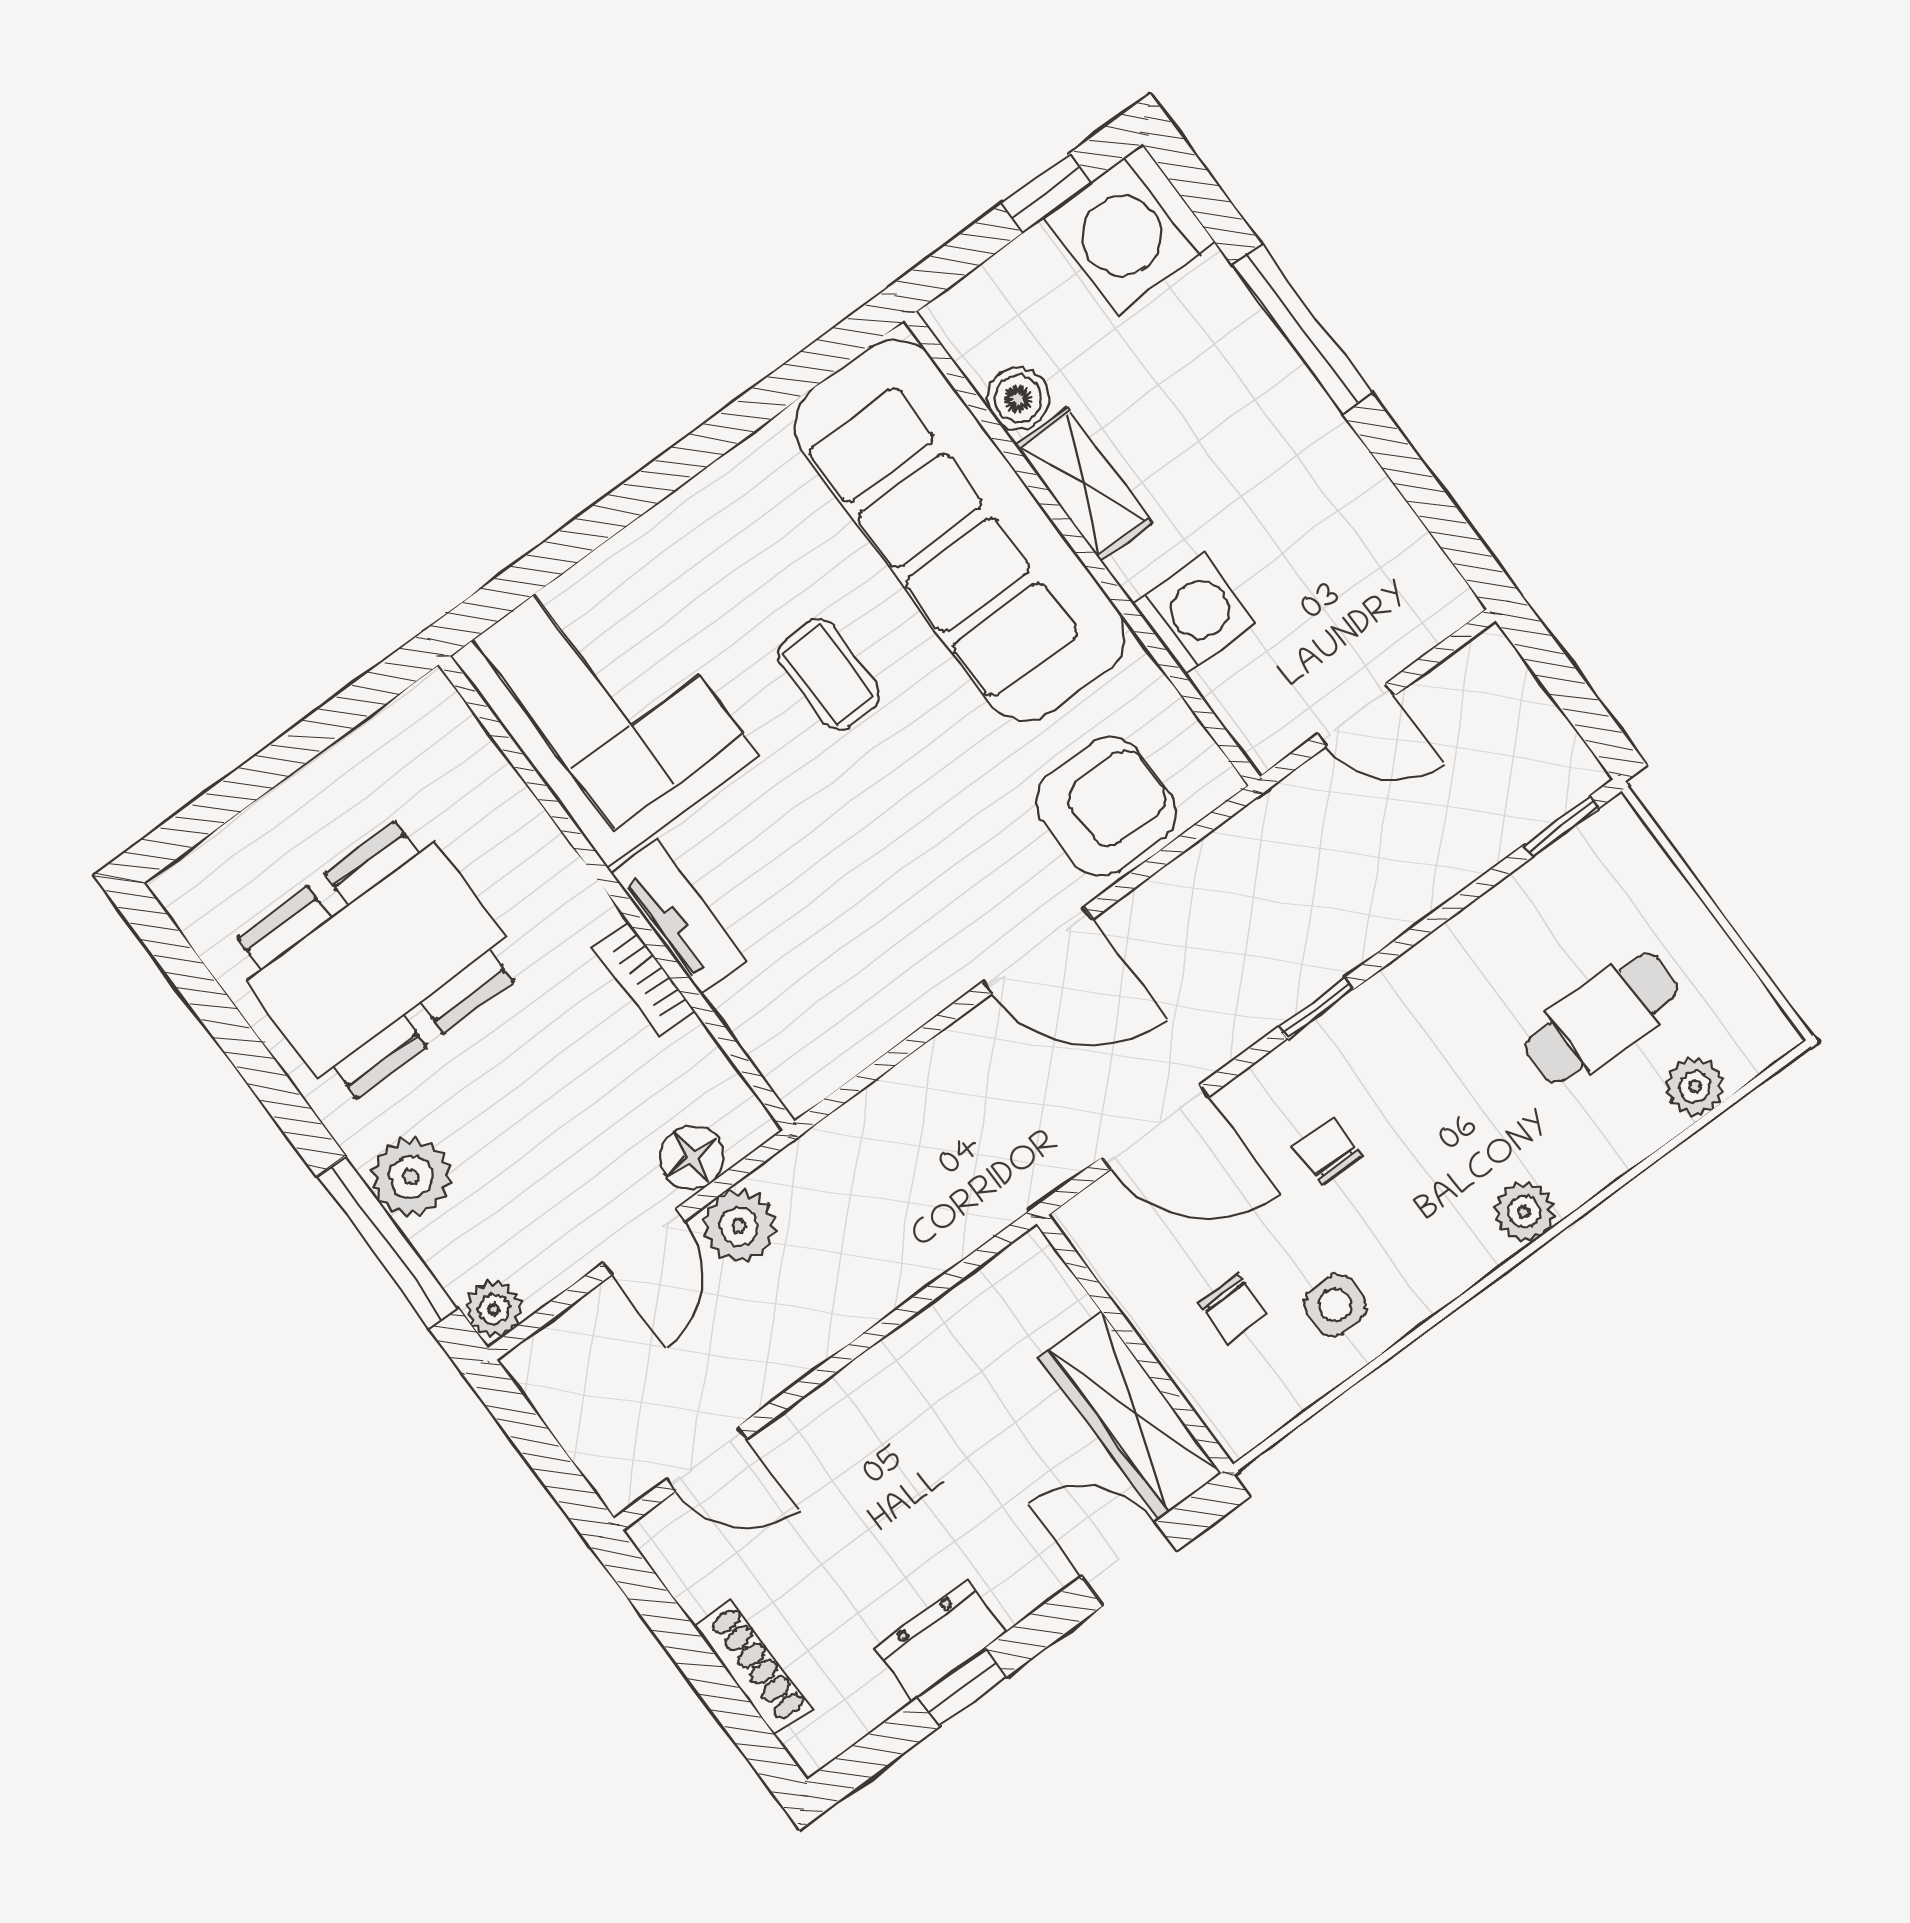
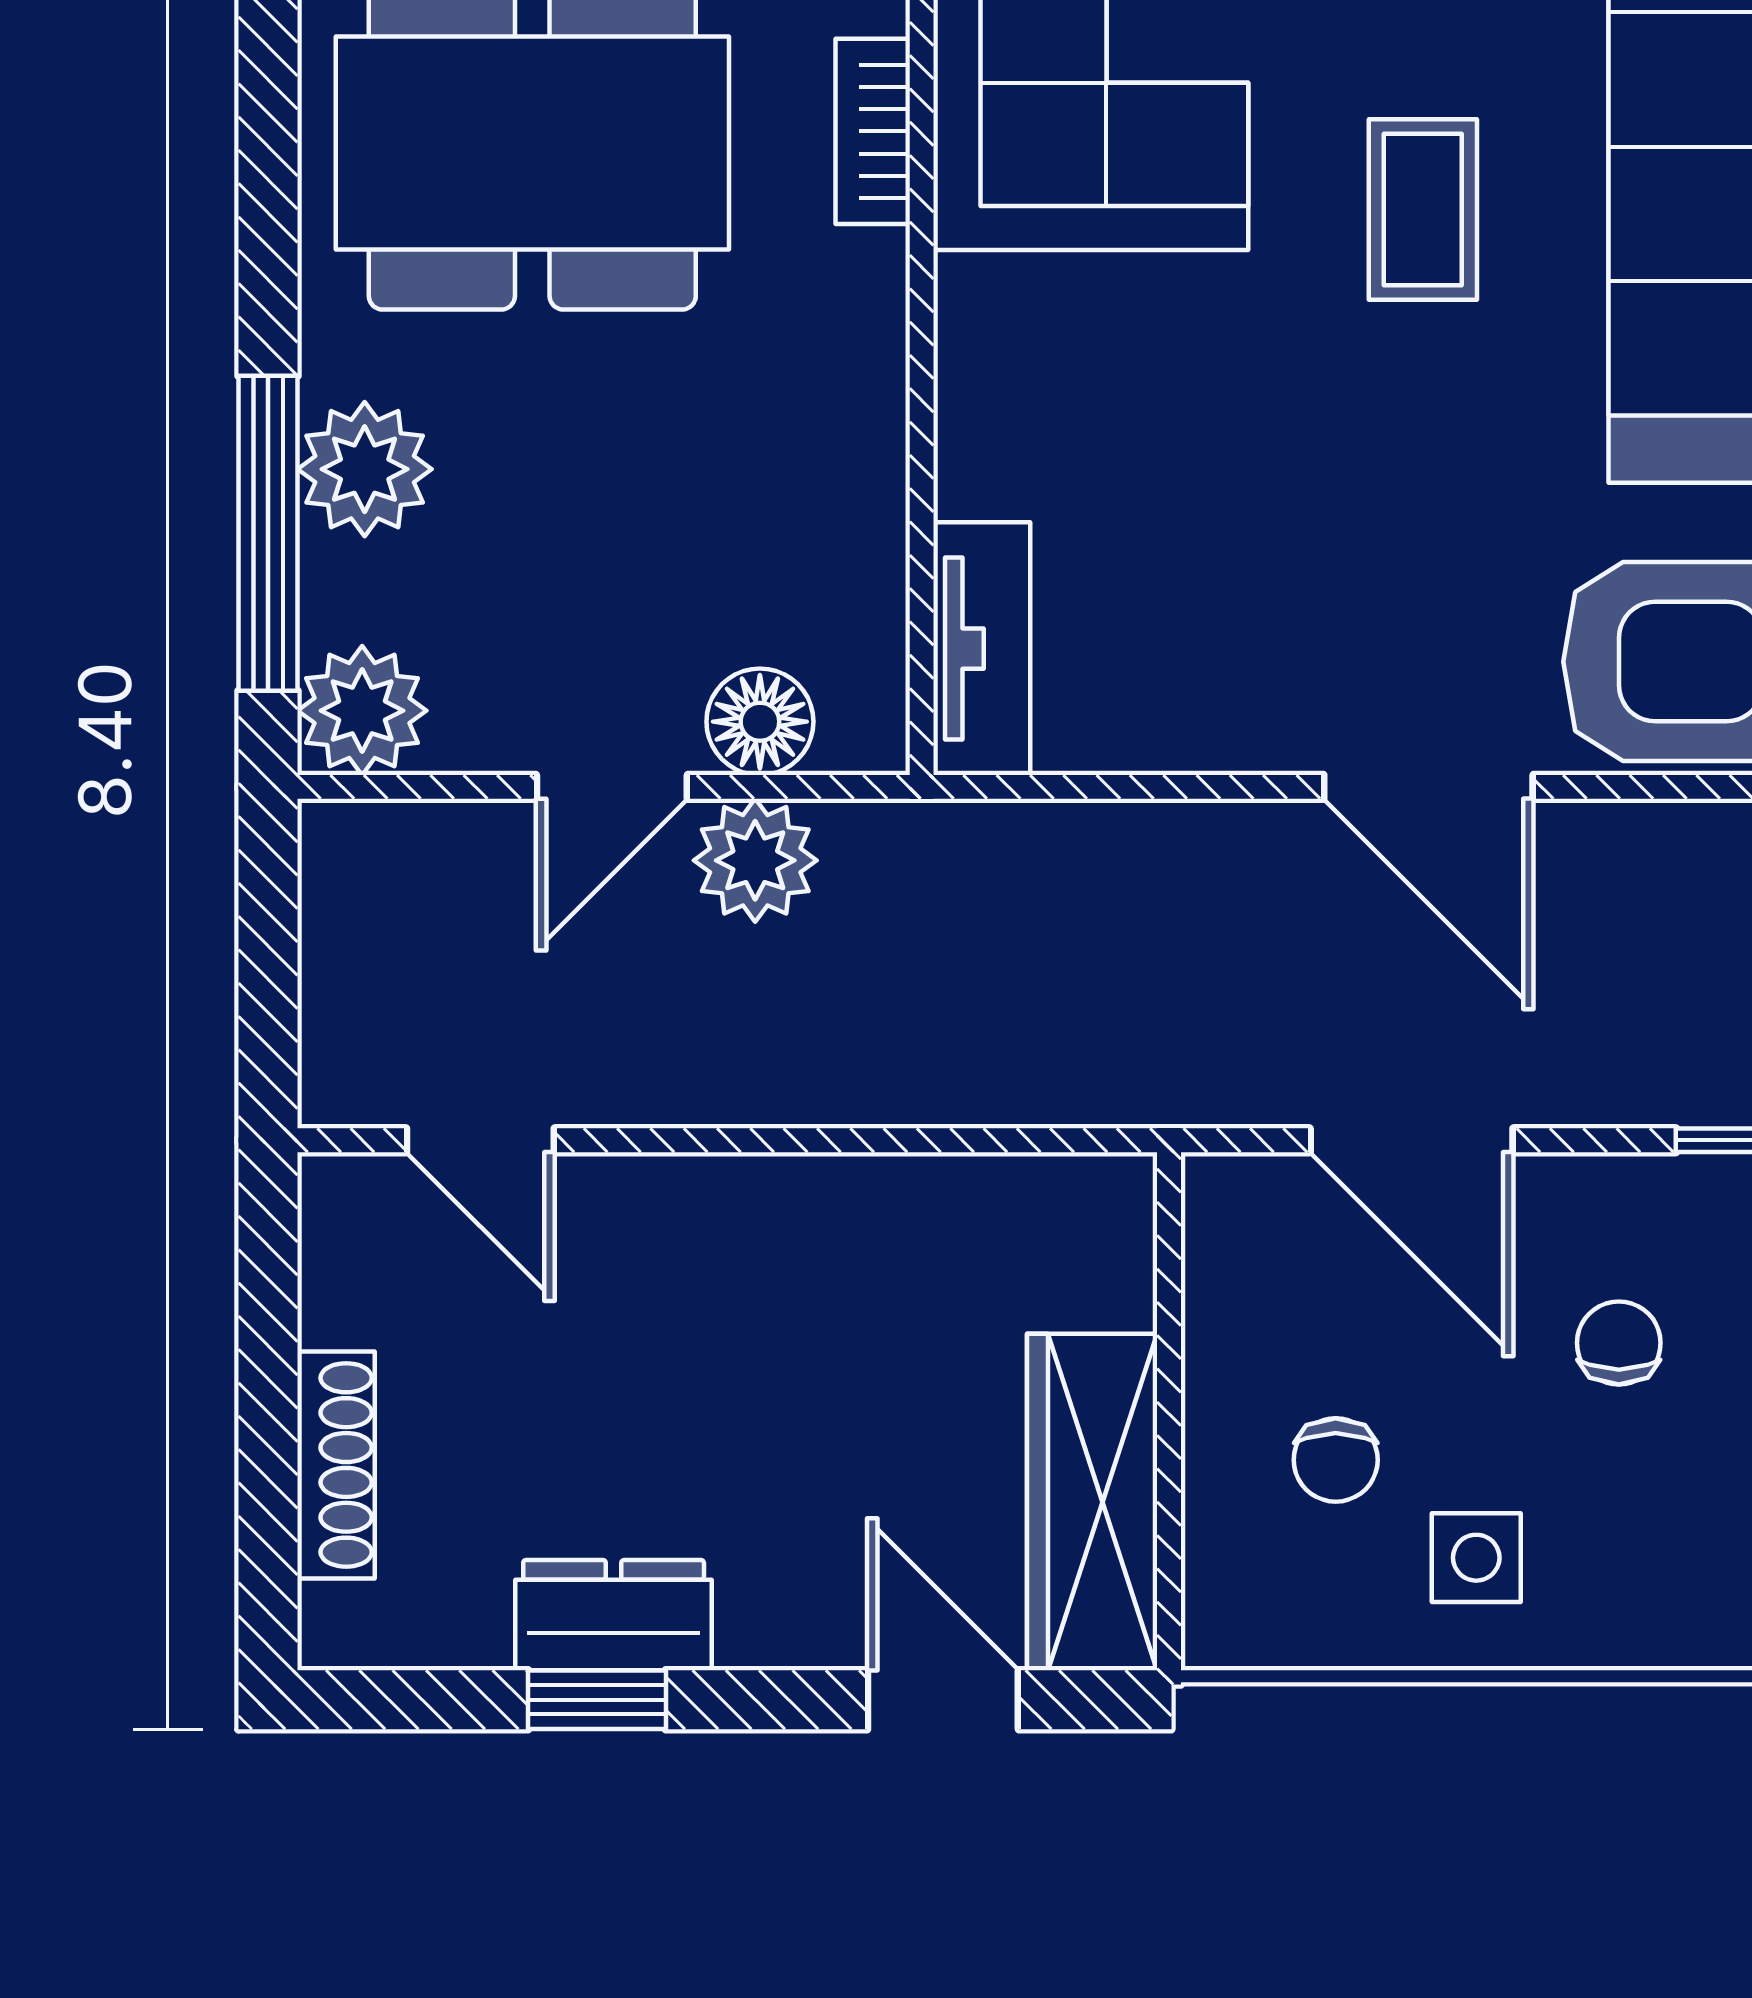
tv unit: (679, 917) -> (982, 649), moved
bookcase: (644, 980) -> (873, 131), moved
plant: (494, 1309) -> (362, 711), width x1.38, depth x1.38

